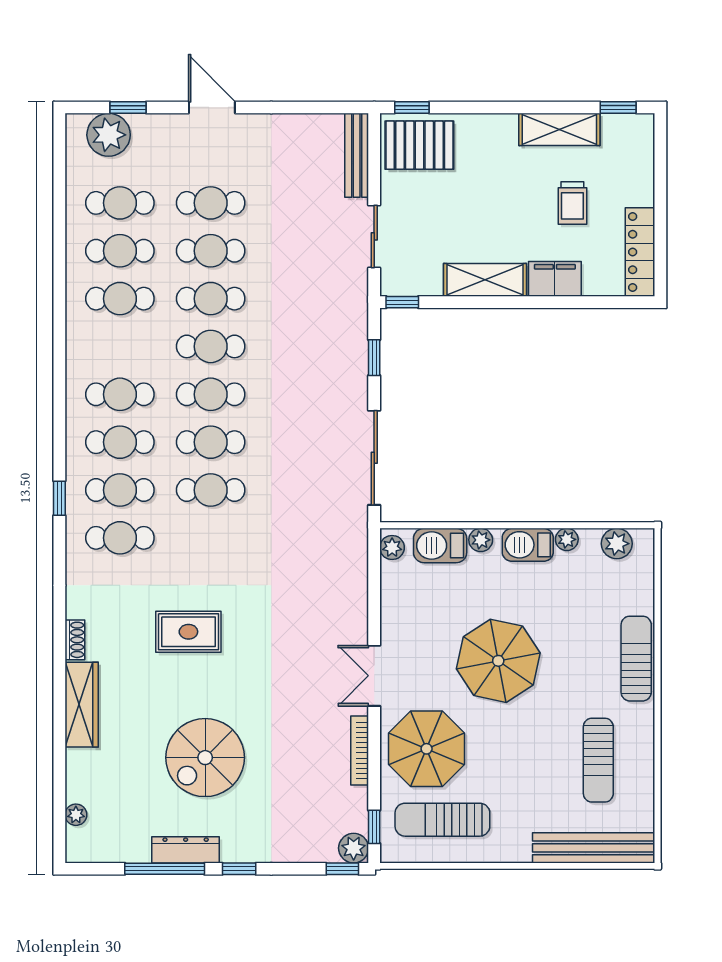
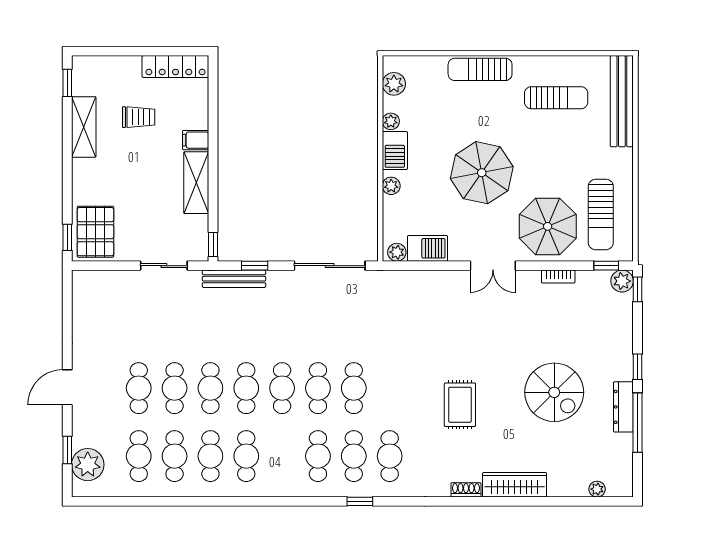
bench: (357, 155) -> (234, 279), moved
filing cabinet: (555, 279) -> (196, 140), width x0.50
cafe table: (120, 394) -> (246, 456), moved
barbecue: (440, 545) -> (428, 248), moved, turned -90
bookcase: (360, 750) -> (558, 277), width x0.64

